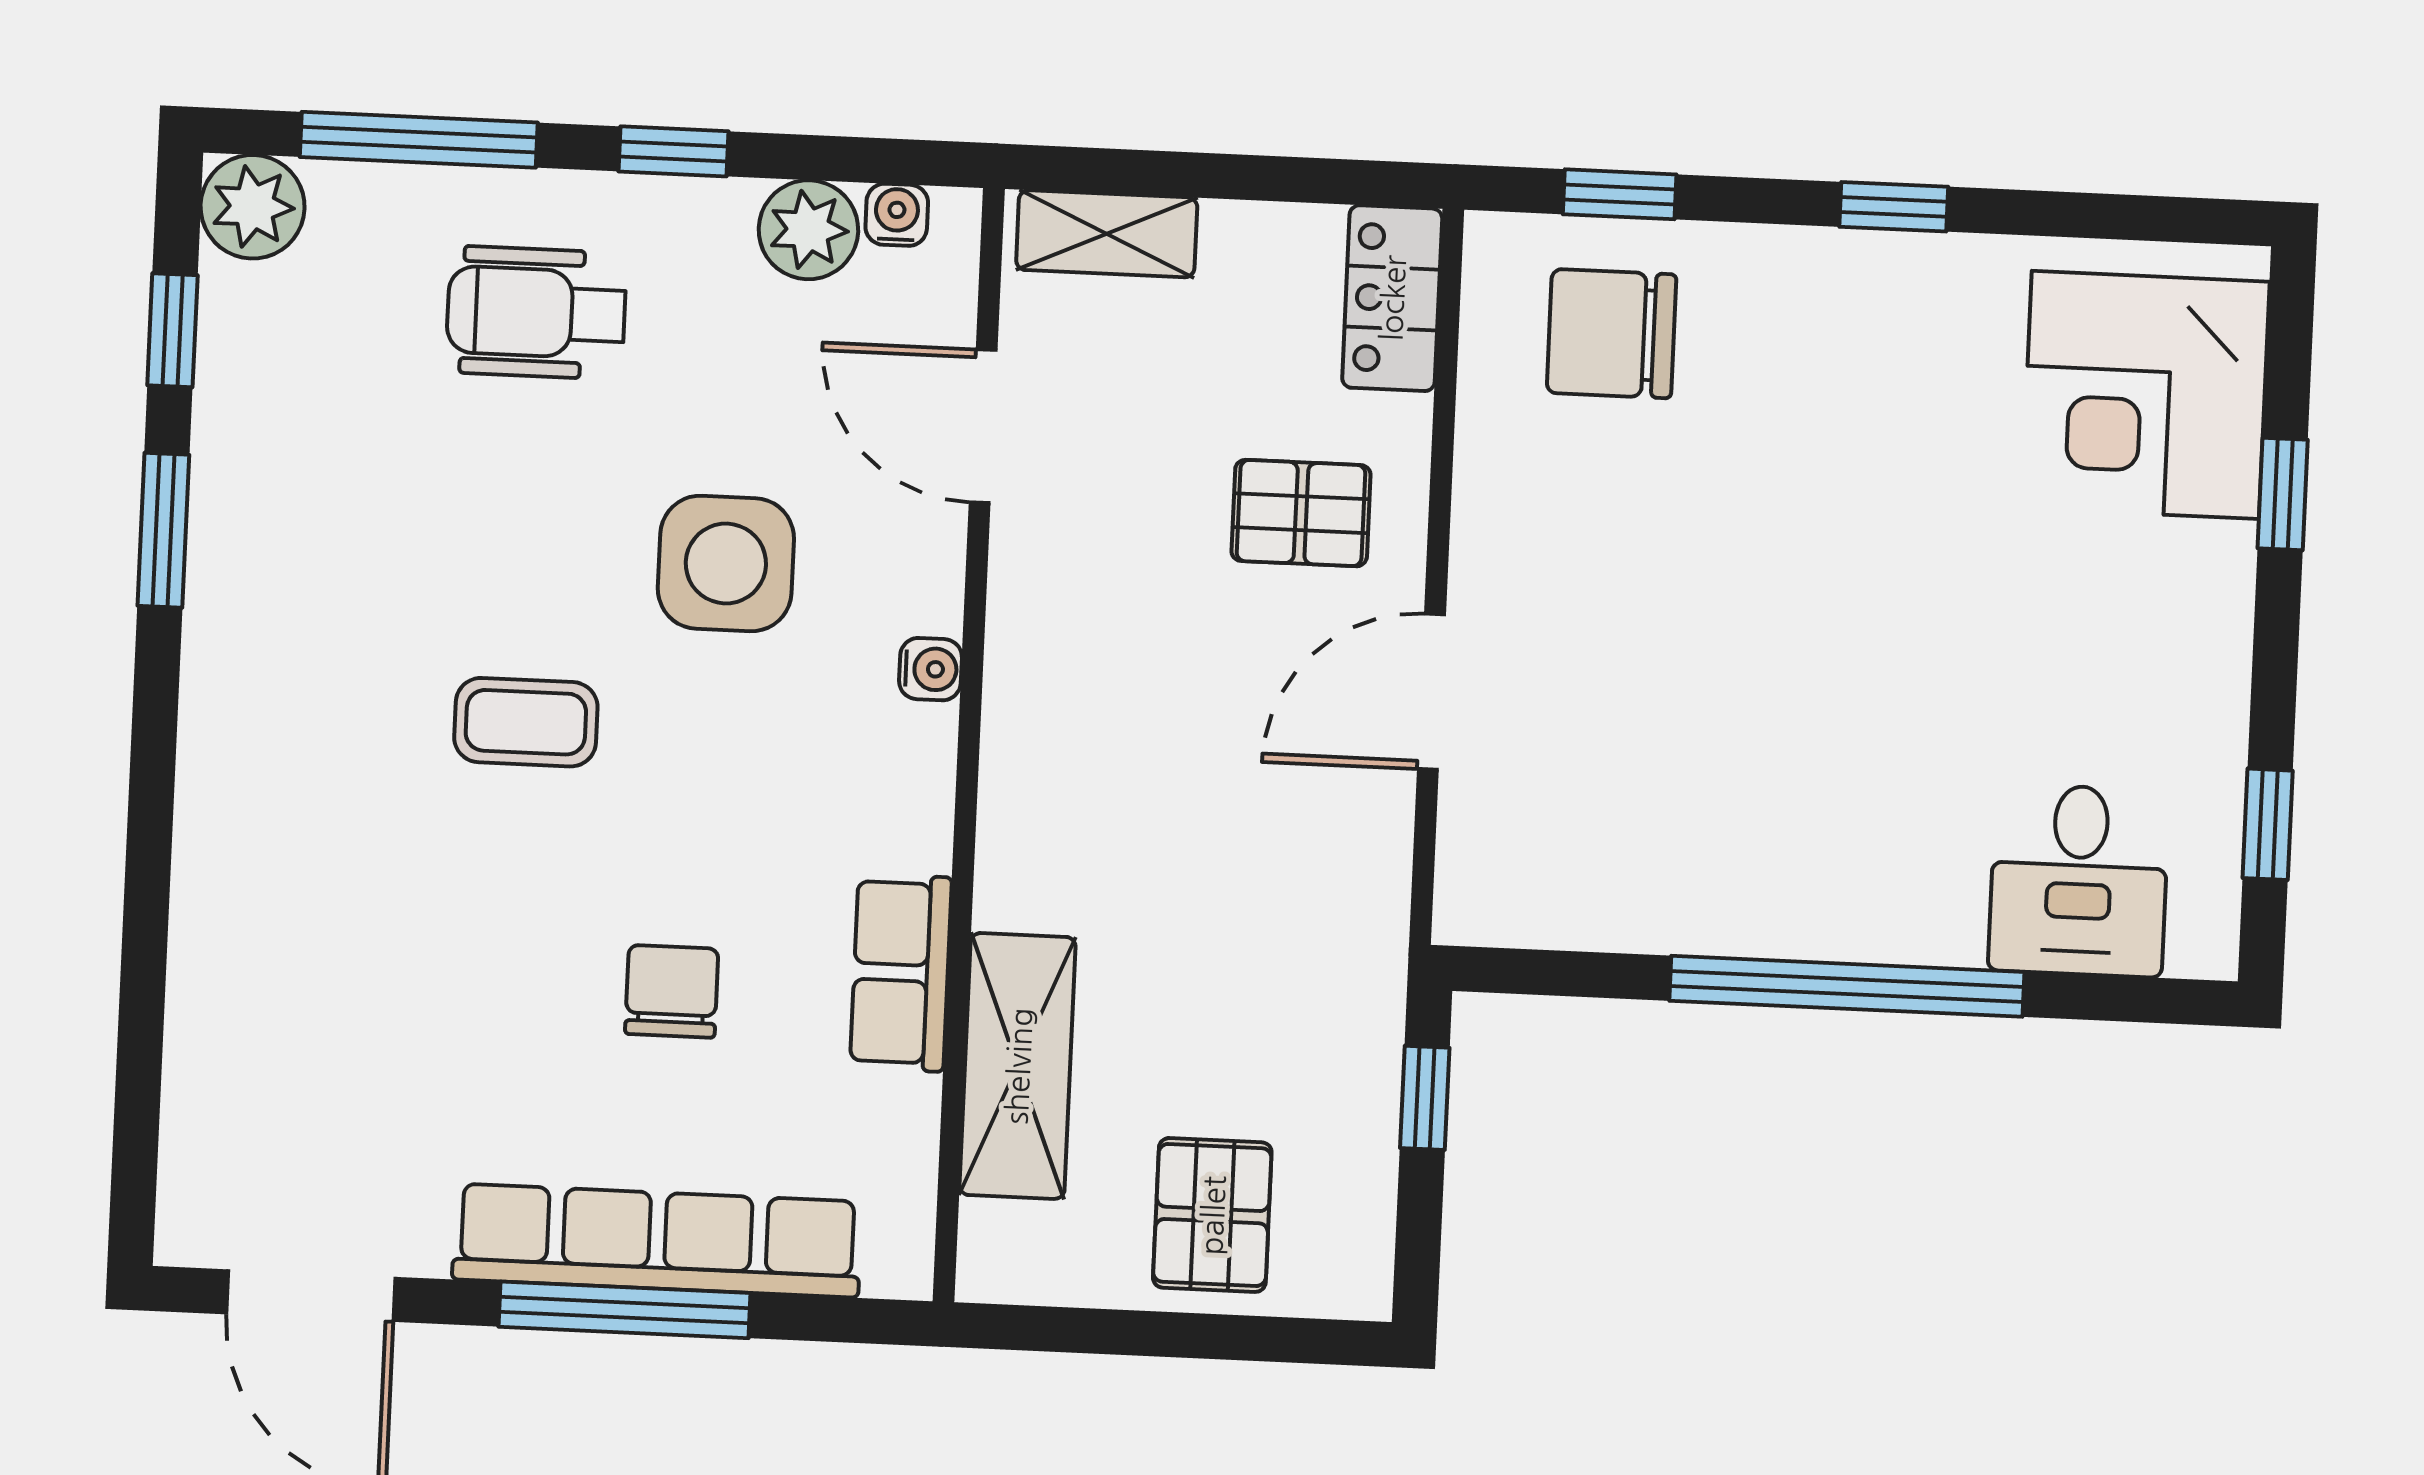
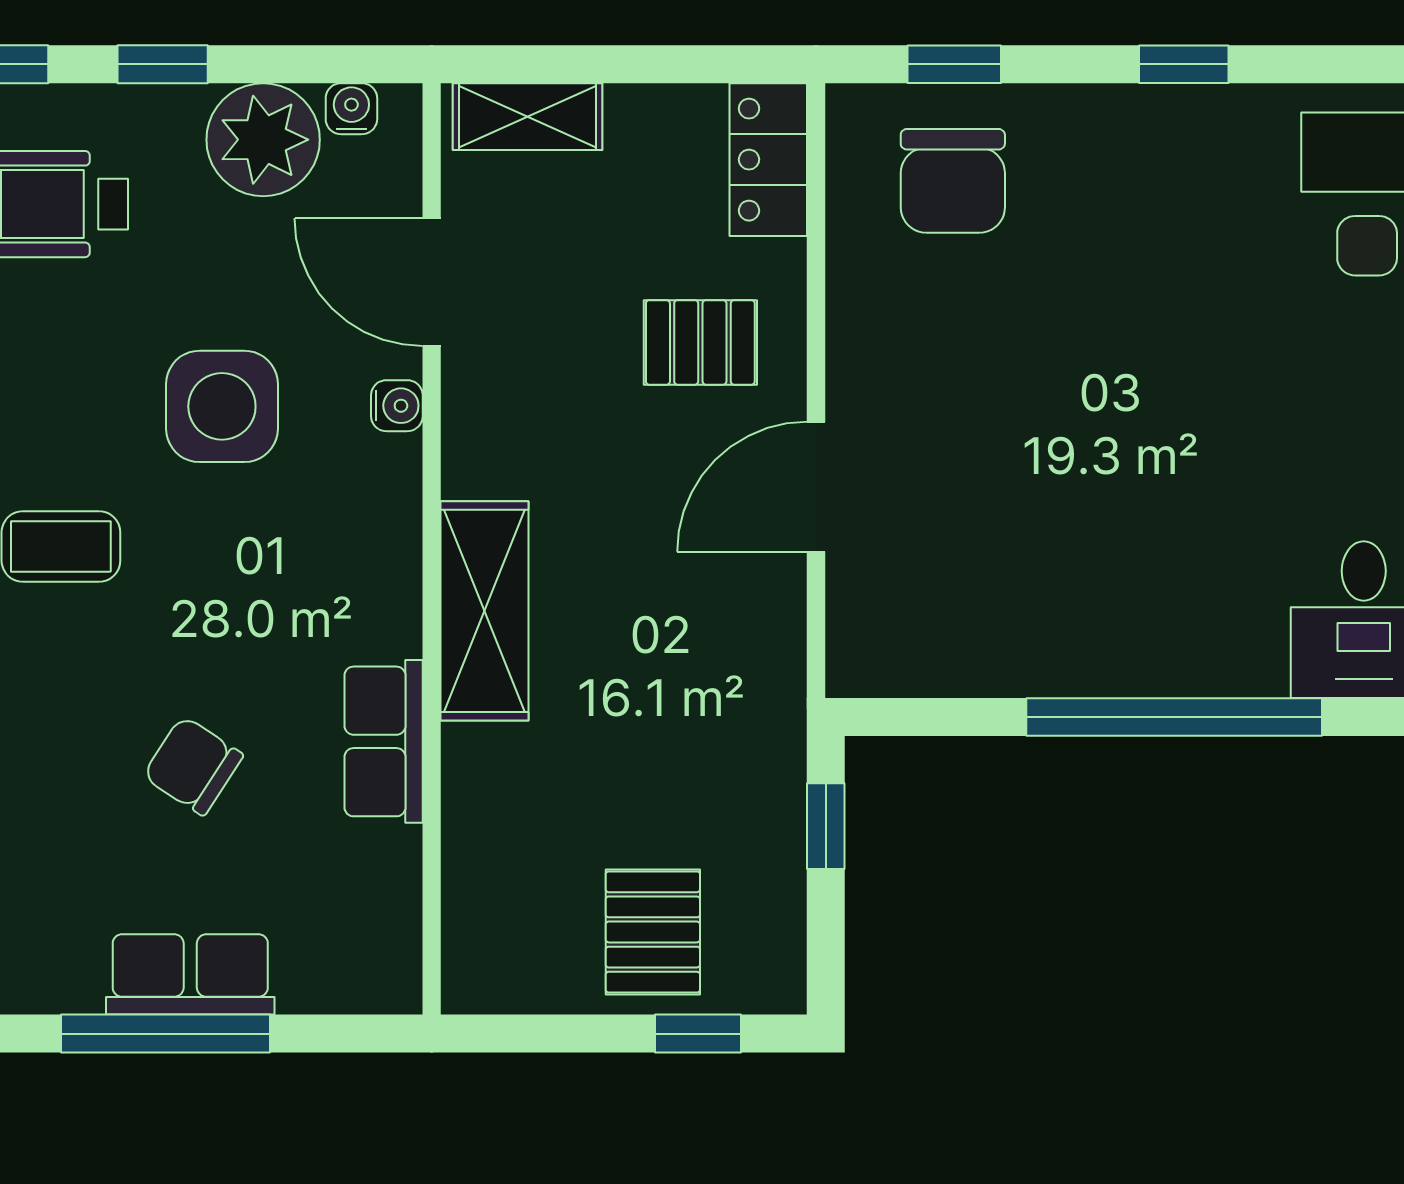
plant: (808, 230) -> (263, 140), width x1.36, depth x1.36
chair: (1612, 334) -> (953, 181), turned -90
water cooler: (930, 669) -> (397, 406), moved
chair: (672, 991) -> (193, 766), turned -57
shelving: (1018, 1066) -> (485, 611), moved
row of seats: (657, 1241) -> (190, 974), width x0.50
window: (1261, 1339) -> (698, 1034), added

